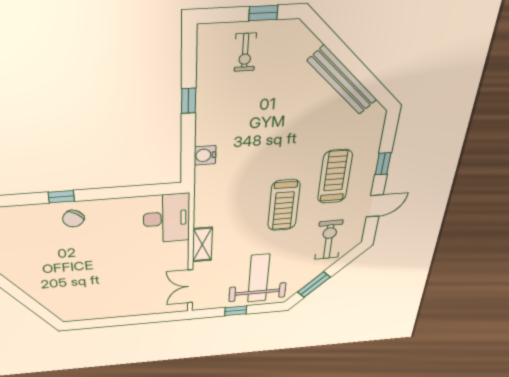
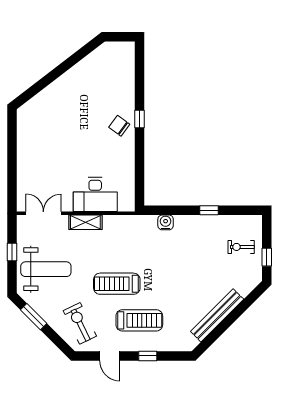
desk: (167, 218) -> (95, 195), moved
exercise bike: (329, 240) -> (80, 323), turned -115

